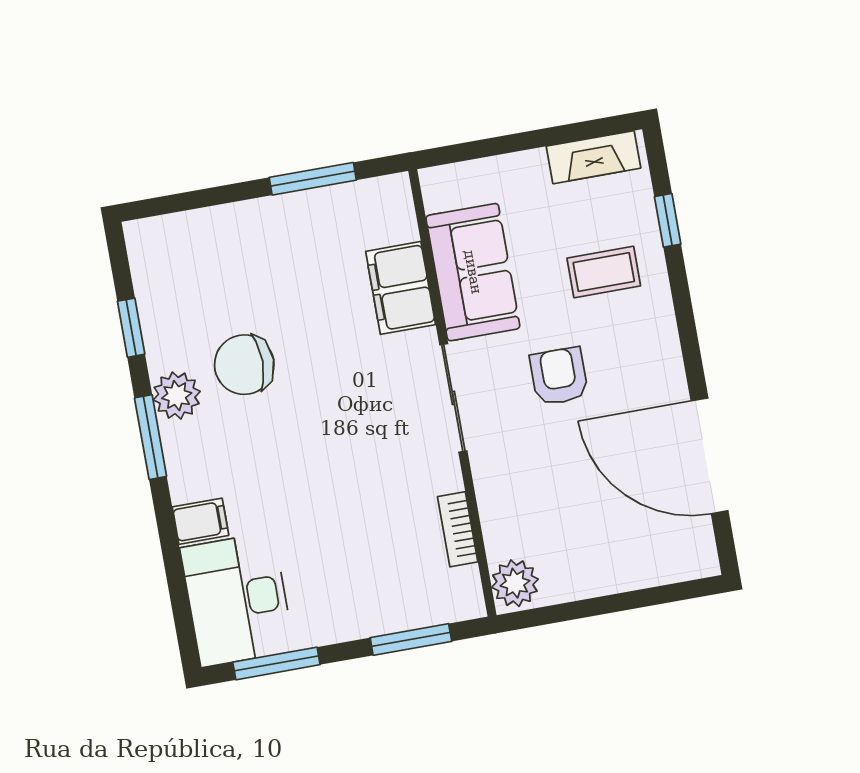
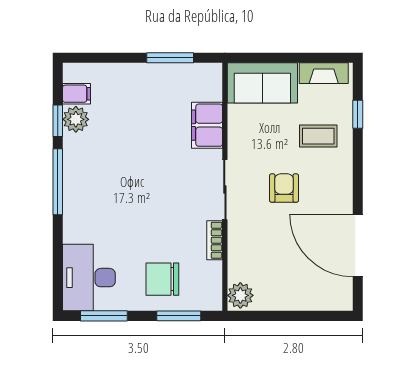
sofa: (473, 272) -> (262, 83), moved, turned 90
chair: (244, 365) -> (162, 279), moved
plant: (177, 396) -> (76, 119), moved
window: (151, 437) -> (58, 182), width x1.44
filing cabinet: (200, 521) -> (77, 94), moved
bookcase: (458, 529) -> (215, 240), moved

